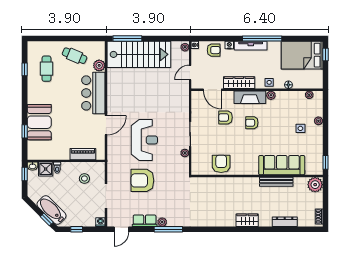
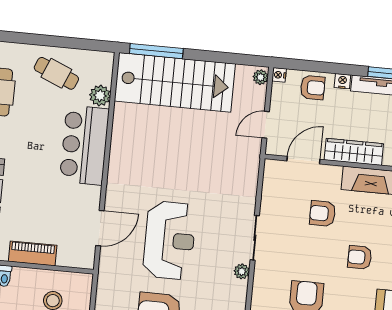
door: (212, 90) -> (303, 160), swing flipped
armchair: (252, 123) -> (360, 257), moved
door: (106, 125) -> (100, 228), moved
piano: (83, 154) -> (33, 253), moved

